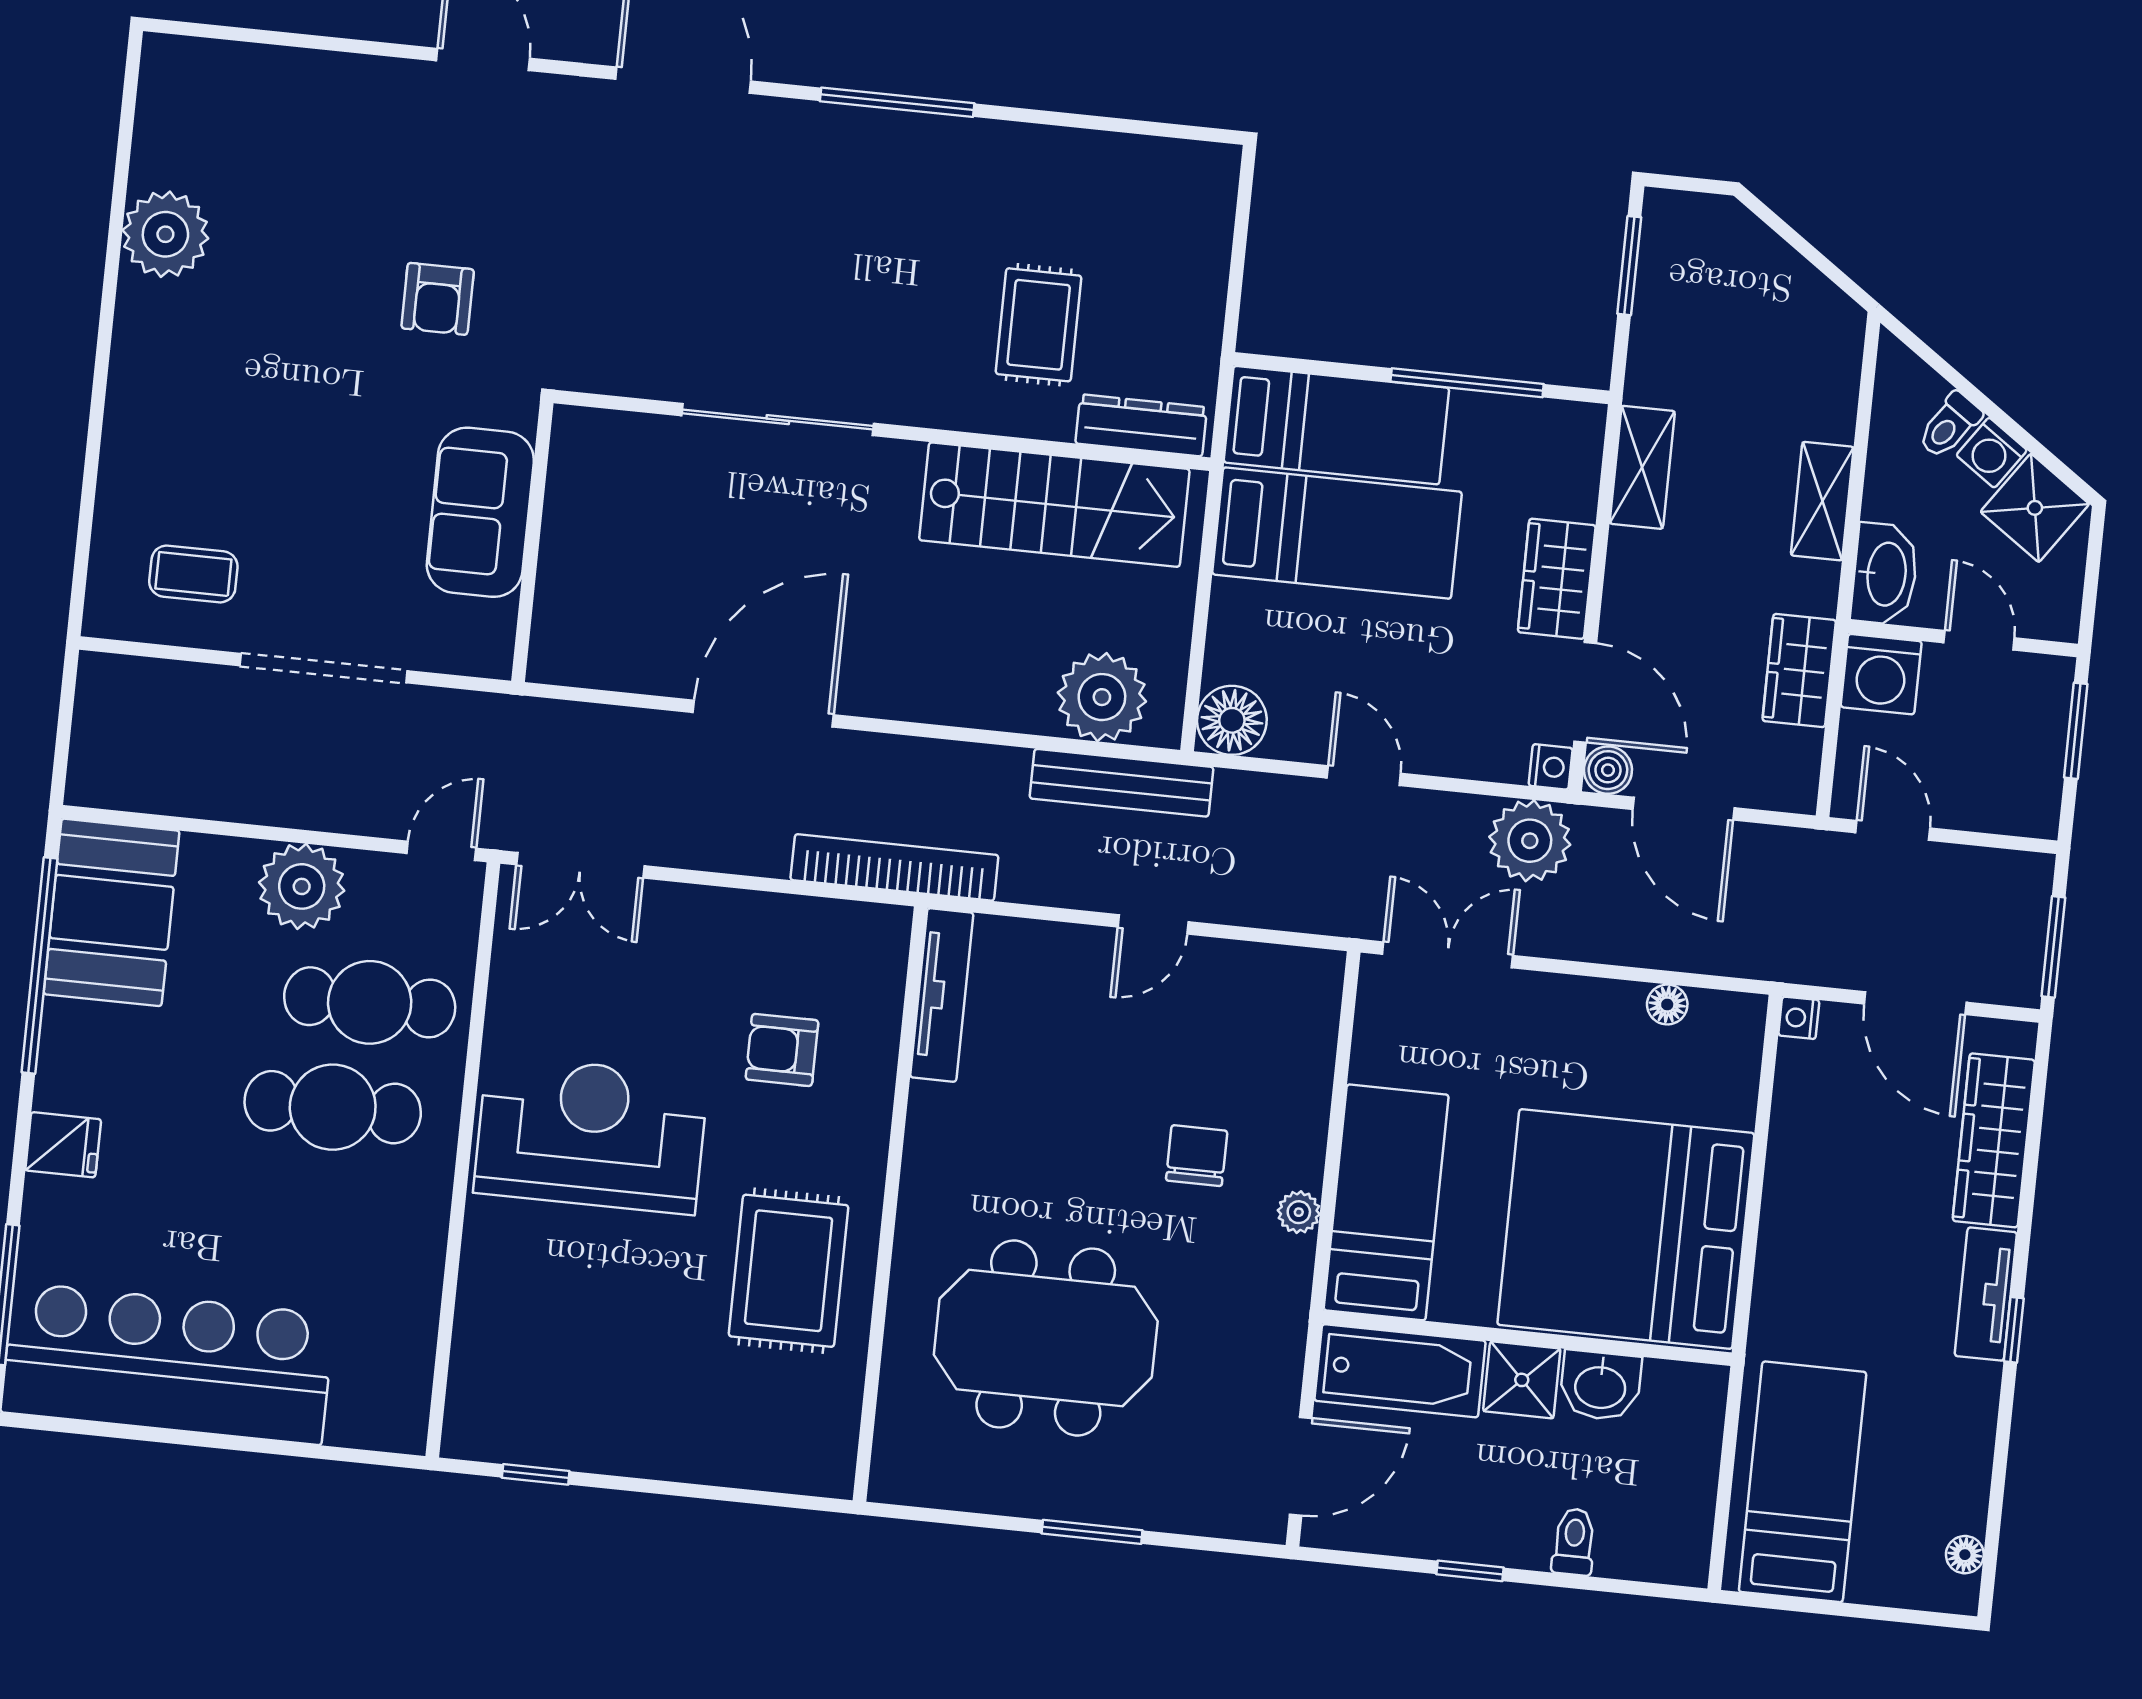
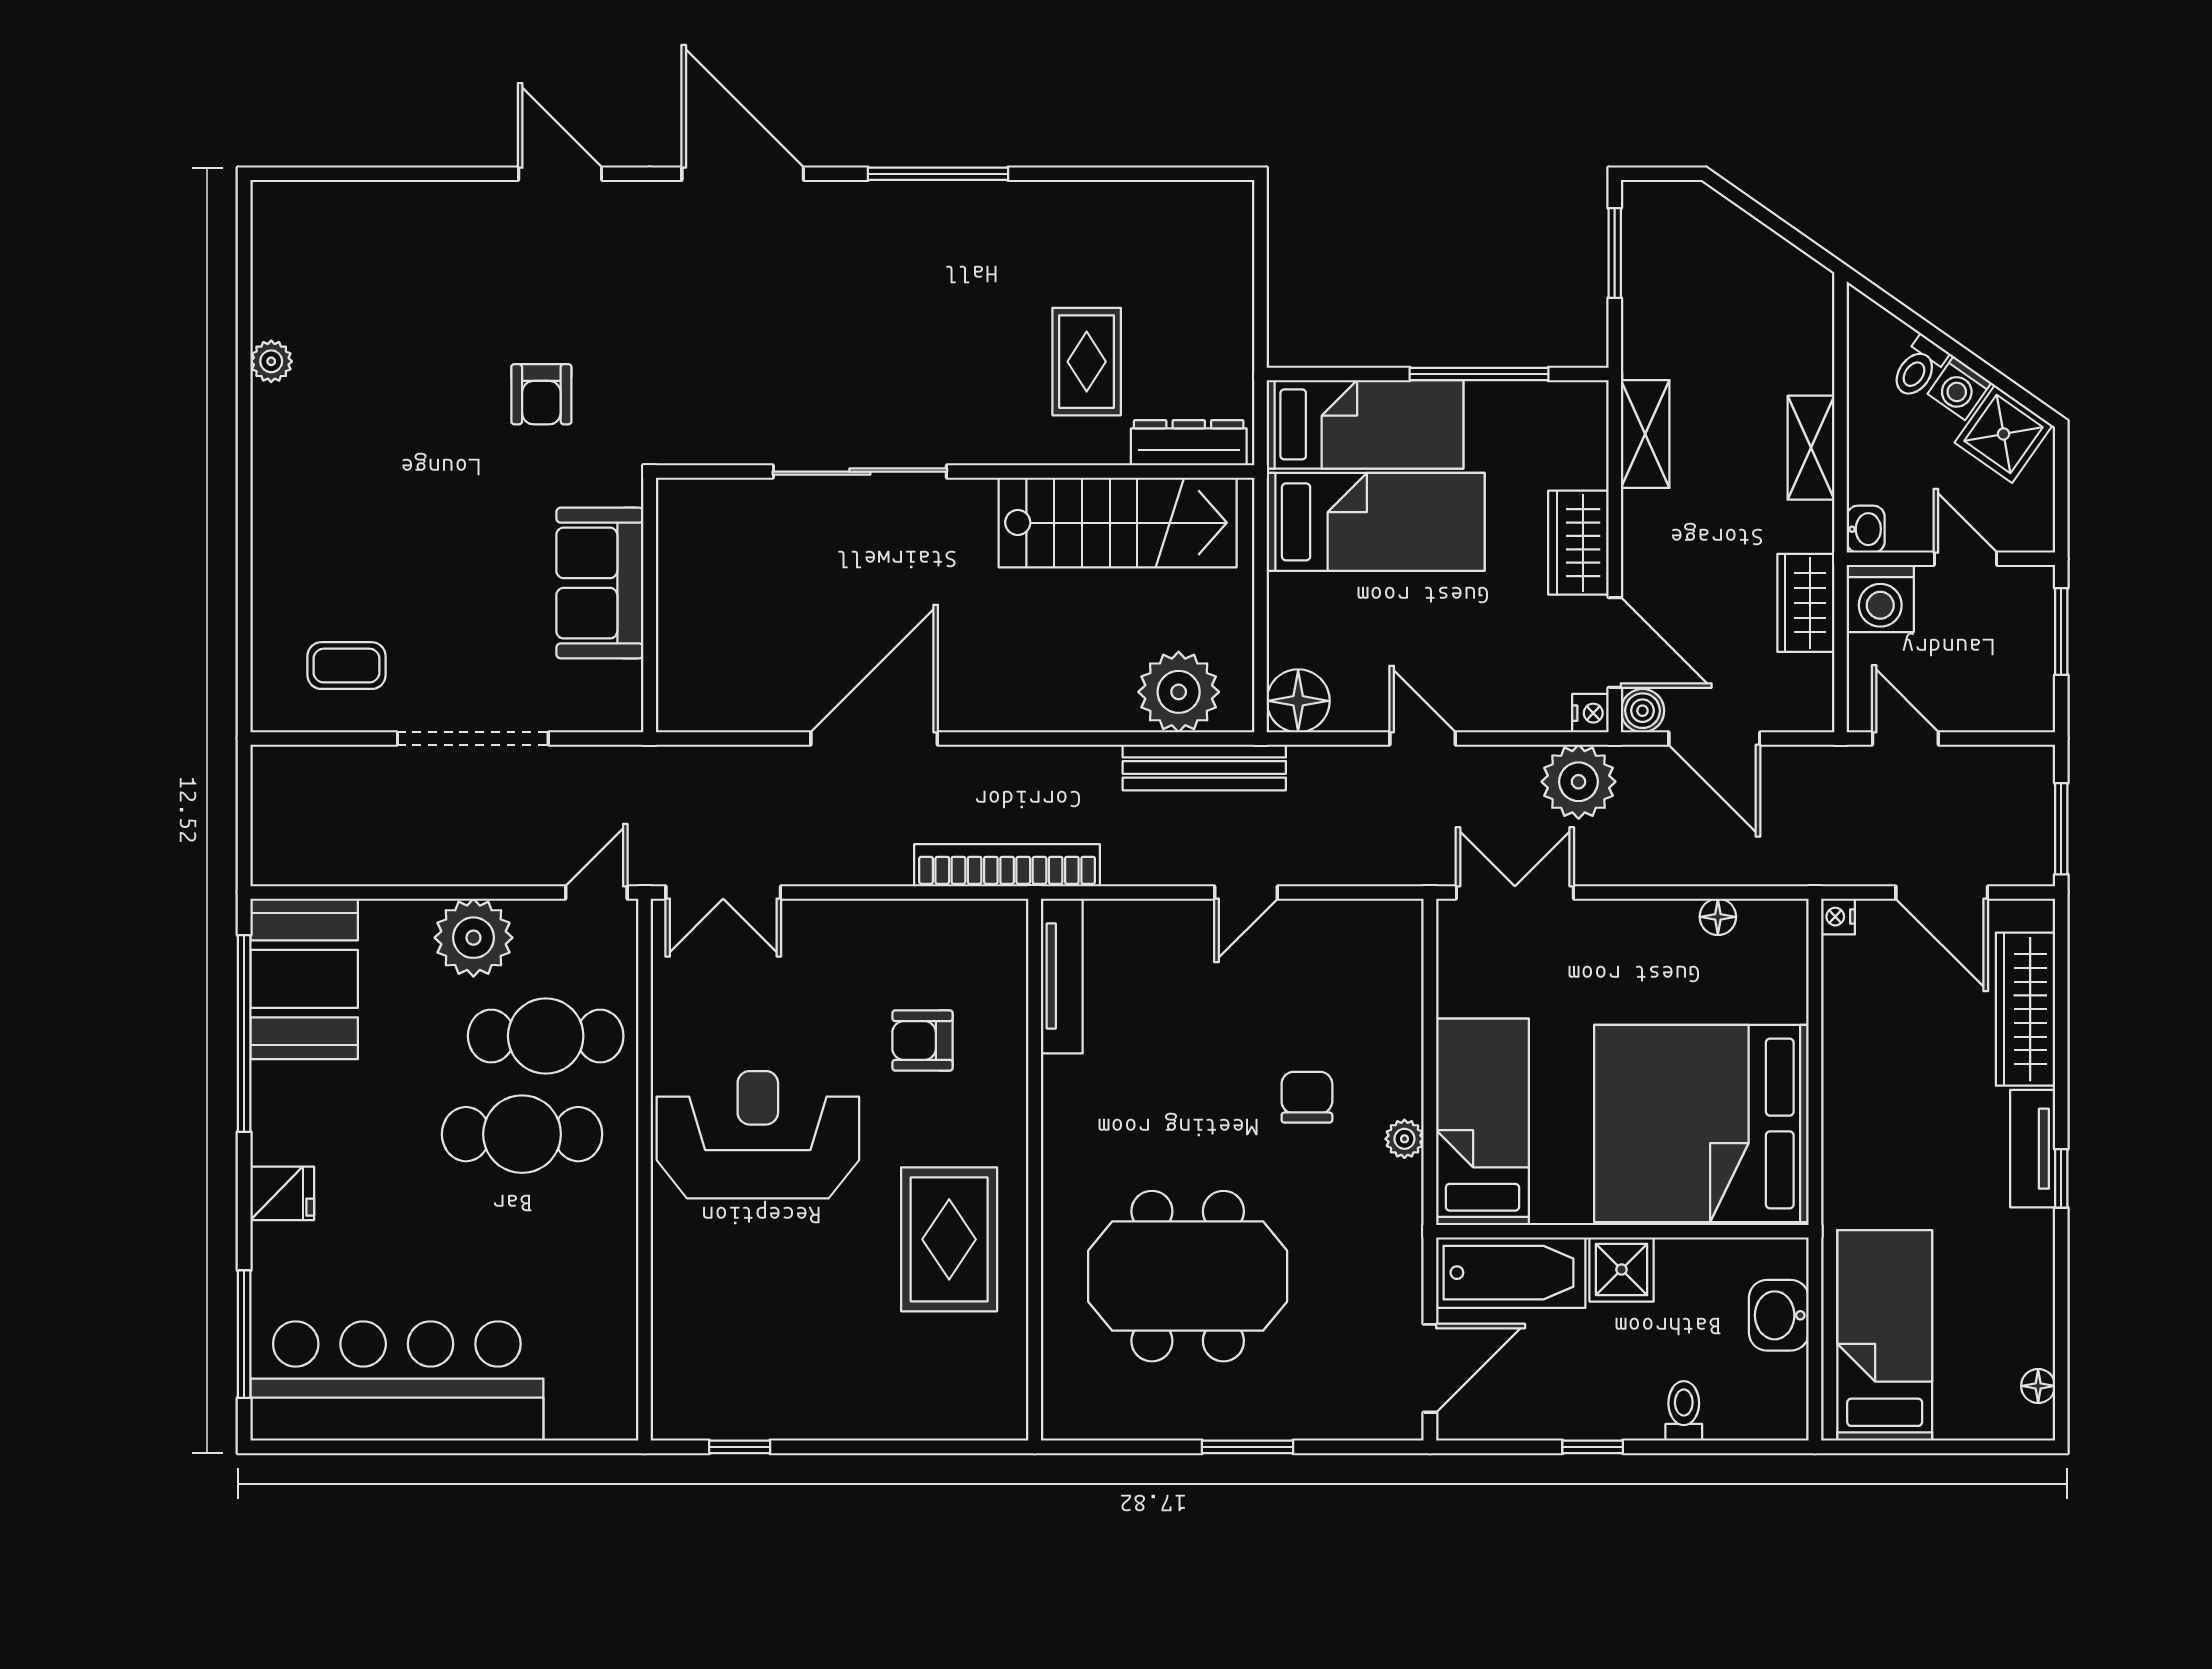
plant: (165, 234) -> (271, 361), width x0.53, depth x0.53
washbasin: (1885, 574) -> (1866, 529), width x0.52, depth x0.69
washbasin: (1600, 1386) -> (1779, 1315), moved, turned 90

